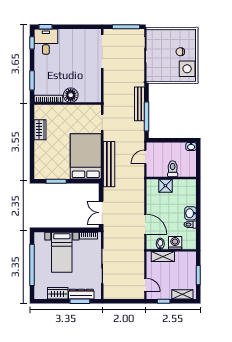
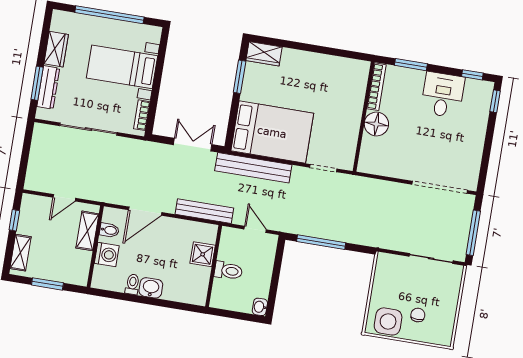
desk: (46, 42) -> (443, 95), moved, turned -90
bench: (140, 104) -> (204, 211), moved
wardrobe: (40, 130) -> (264, 54), moved
double door: (101, 213) -> (193, 145), moved
door: (145, 285) -> (64, 198), moved

